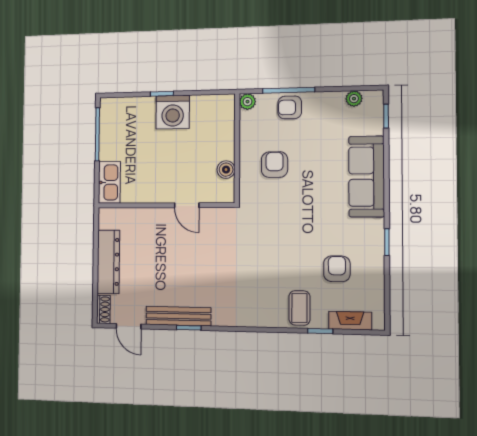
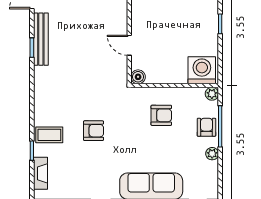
plant: (354, 99) -> (212, 154), moved
washing machine: (173, 112) -> (202, 70), moved, turned 90
boiler: (226, 170) -> (138, 77), moved
door: (187, 205) -> (129, 45), hinge flipped
armchair: (337, 269) -> (94, 131), moved

